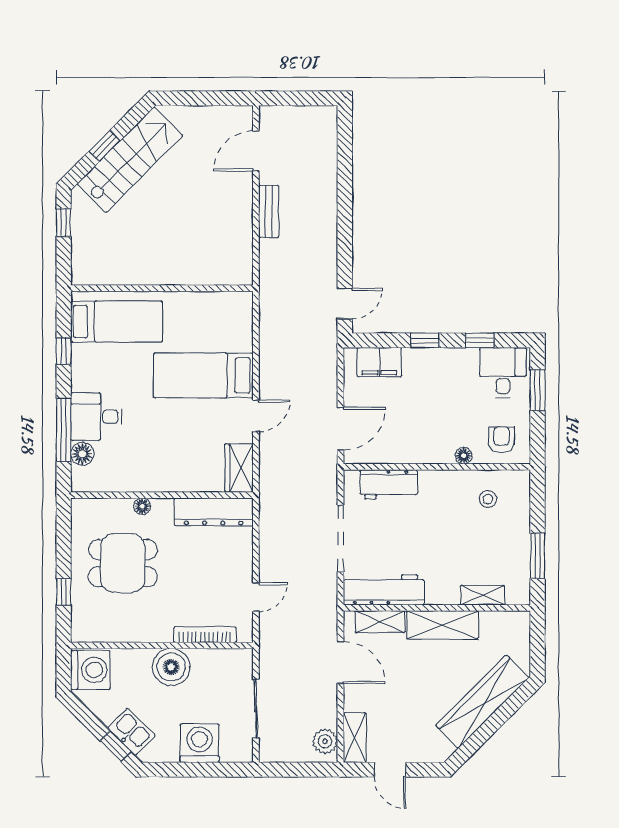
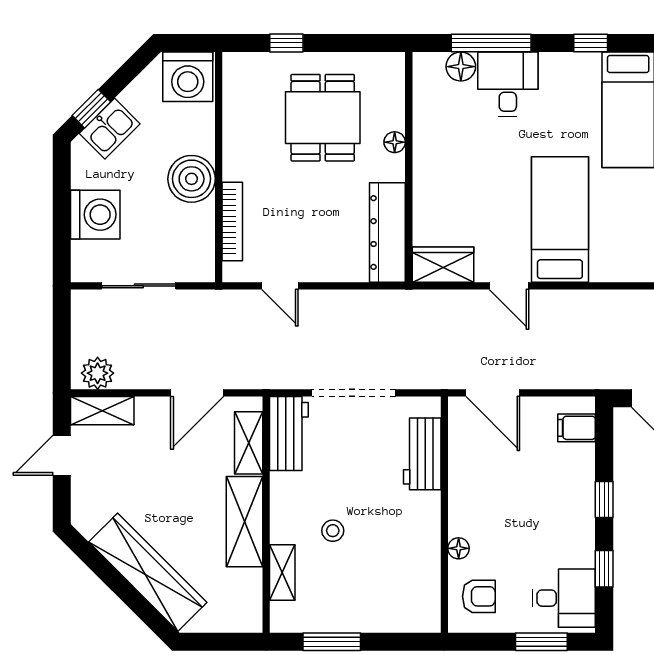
filing cabinet: (379, 362) -> (577, 428), width x0.50
stool: (488, 499) -> (333, 531), moved
workbench: (384, 590) -> (289, 433), width x0.73

